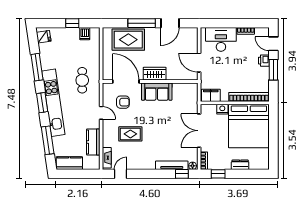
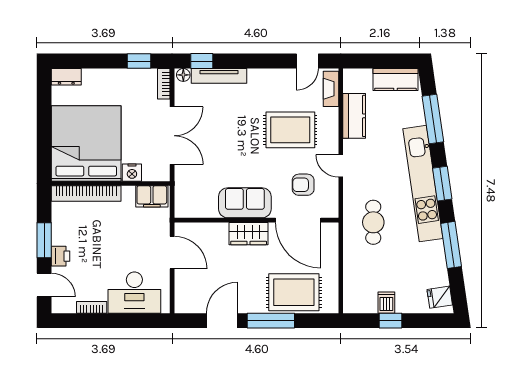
dishwasher: (85, 34) -> (386, 303), moved
rug: (130, 134) -> (290, 130), width x1.36, depth x1.43
dresser: (240, 165) -> (66, 77), moved

